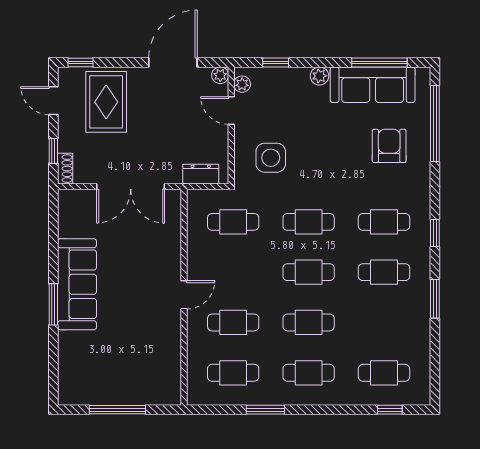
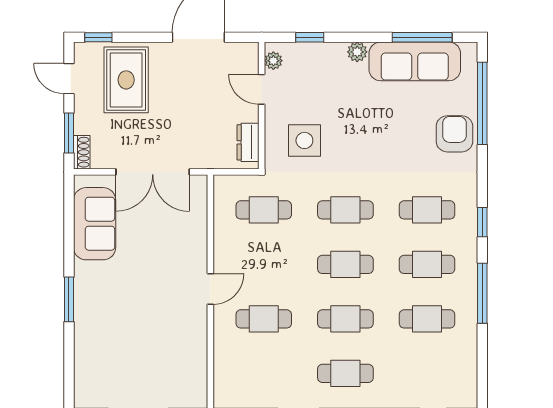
plant: (220, 75) -> (250, 51), removed
armchair: (389, 146) -> (454, 134), moved
window: (53, 151) -> (69, 133), width x1.50
dresser: (201, 174) -> (248, 142), moved, turned -90
sofa: (77, 284) -> (95, 224), moved, width x0.73
window: (435, 299) -> (482, 293), width x1.44
cafe table: (233, 373) -> (264, 373), removed
cafe table: (384, 373) -> (427, 319), moved

